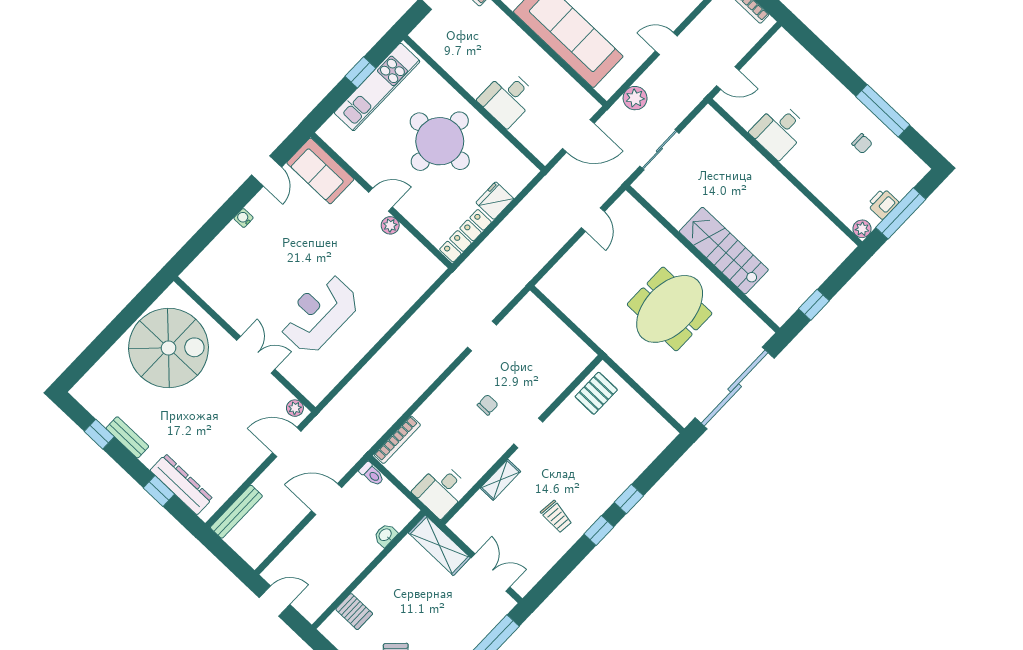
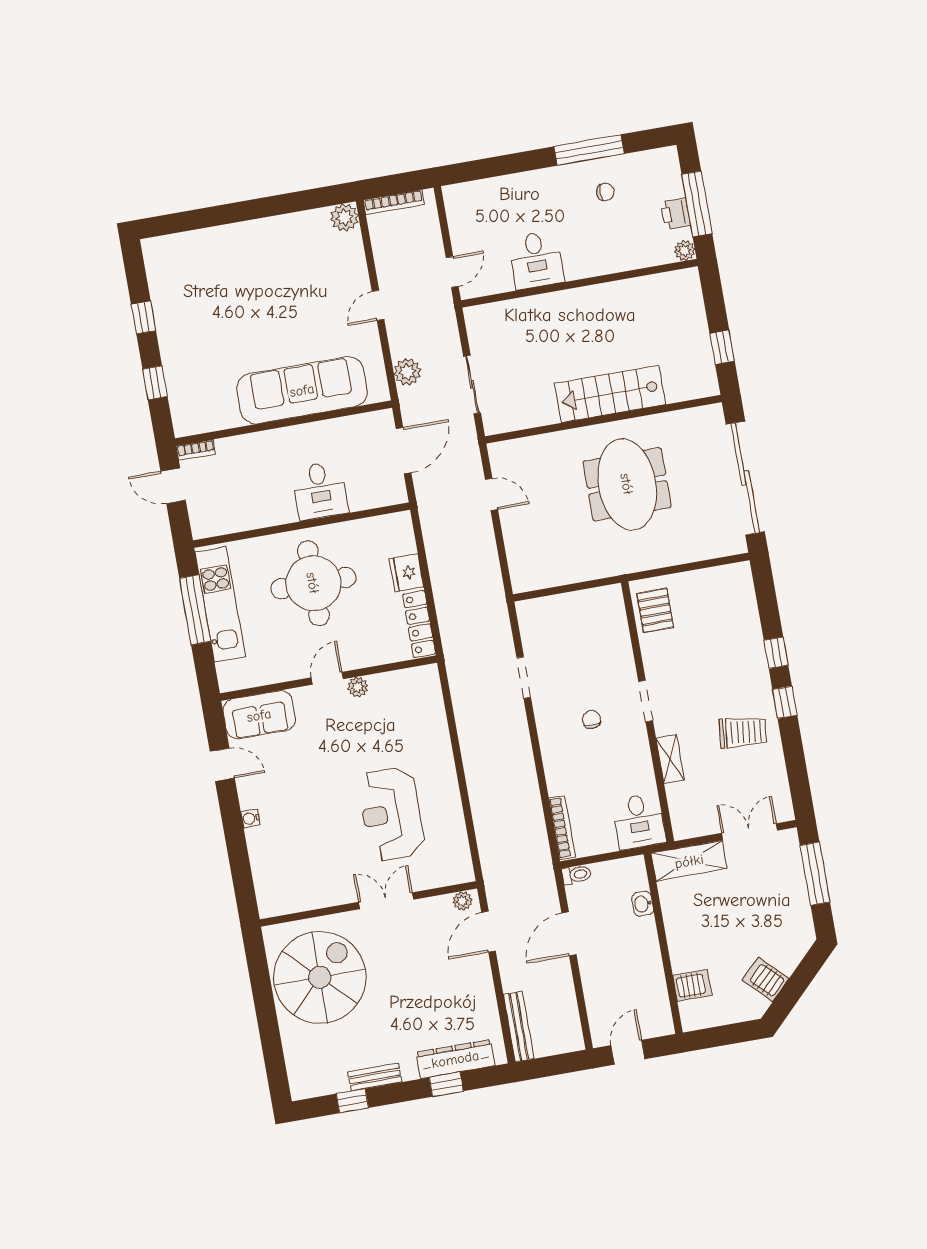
window: (360, 72) -> (195, 610), width x2.17
trolley: (556, 517) -> (743, 732), width x1.36, depth x1.39

